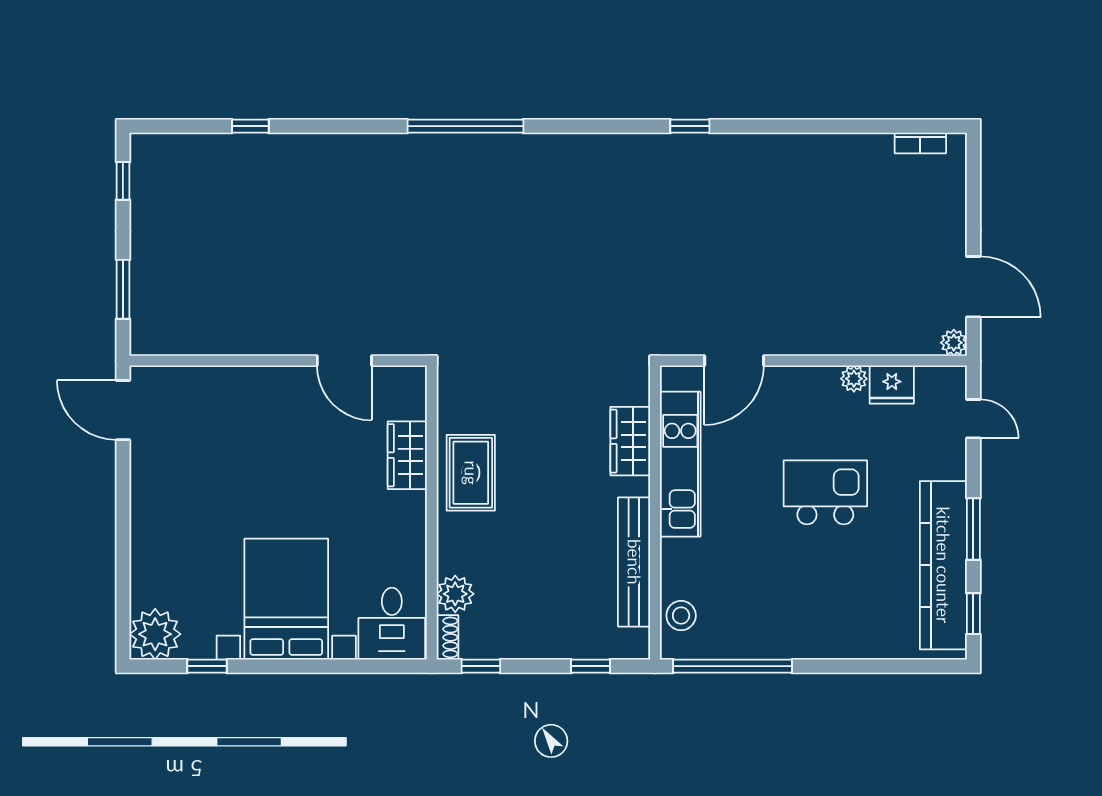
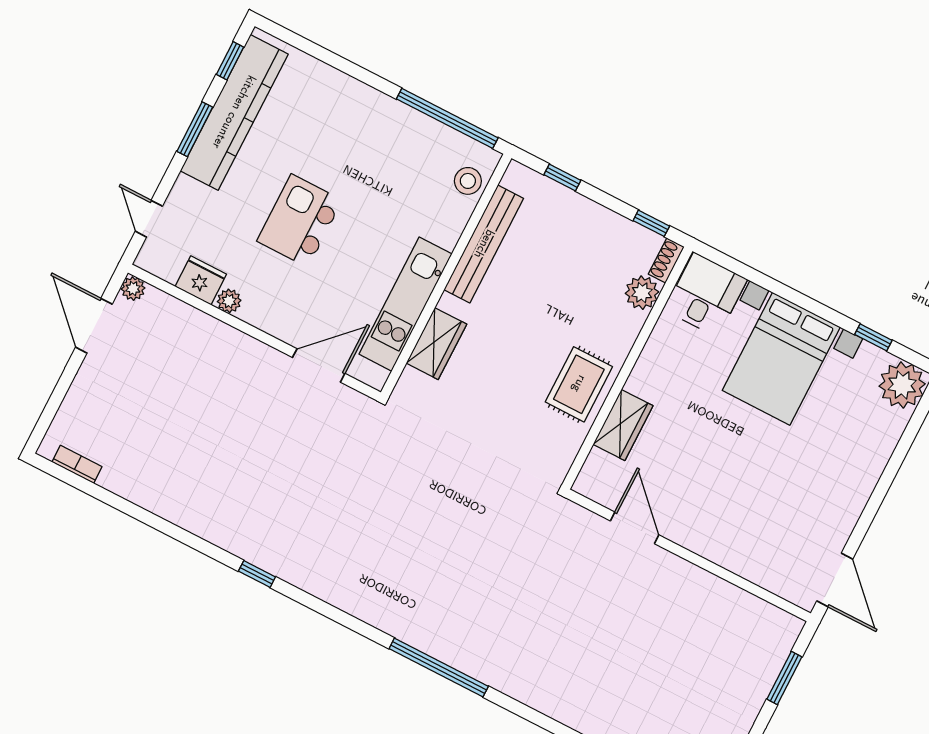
kitchen island: (825, 492) -> (300, 221), turned 90

